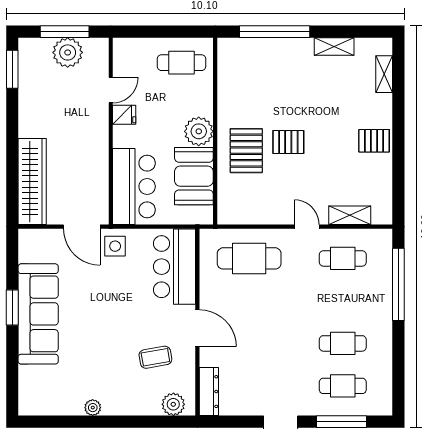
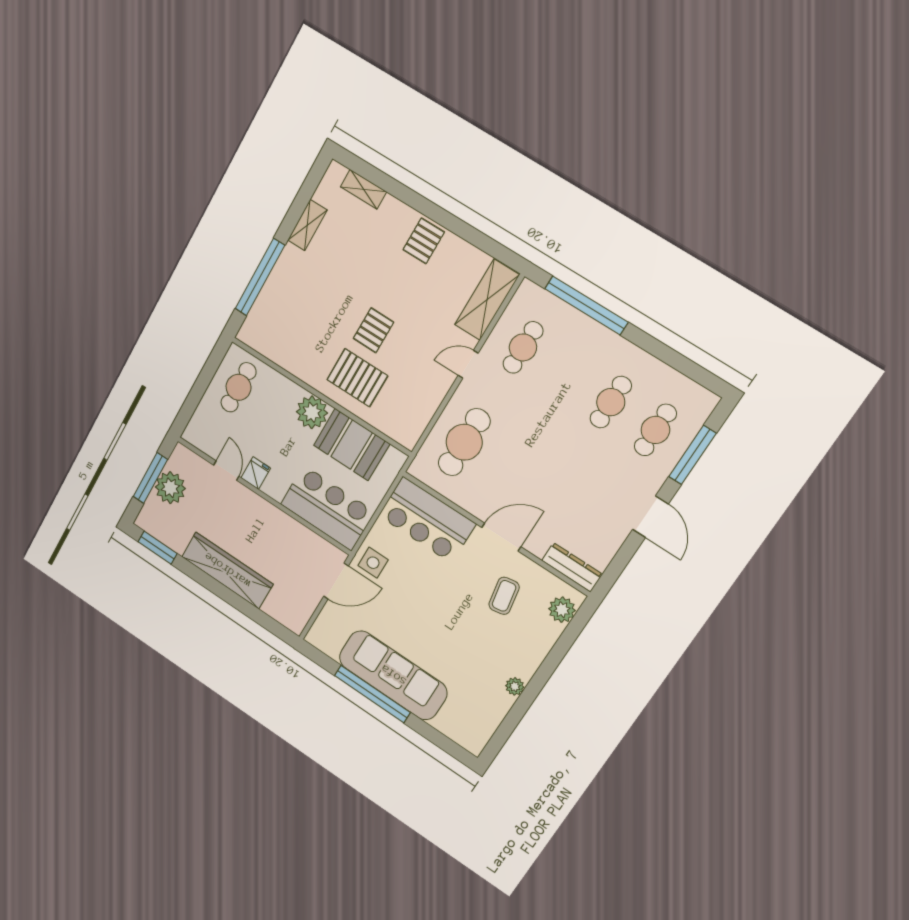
wardrobe: (32, 182) -> (227, 570), moved
shelving: (350, 215) -> (487, 300), width x1.50, depth x1.33
window: (12, 307) -> (372, 694), width x2.11

